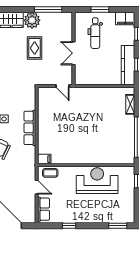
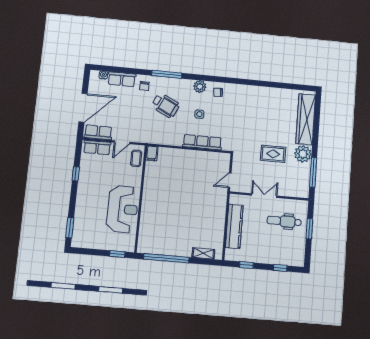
filing cabinet: (125, 19) -> (298, 256), removed
kitchen counter: (128, 65) -> (234, 226), moved, turned 90
row of seats: (30, 128) -> (202, 142), moved
row of seats: (30, 210) -> (98, 132), added

